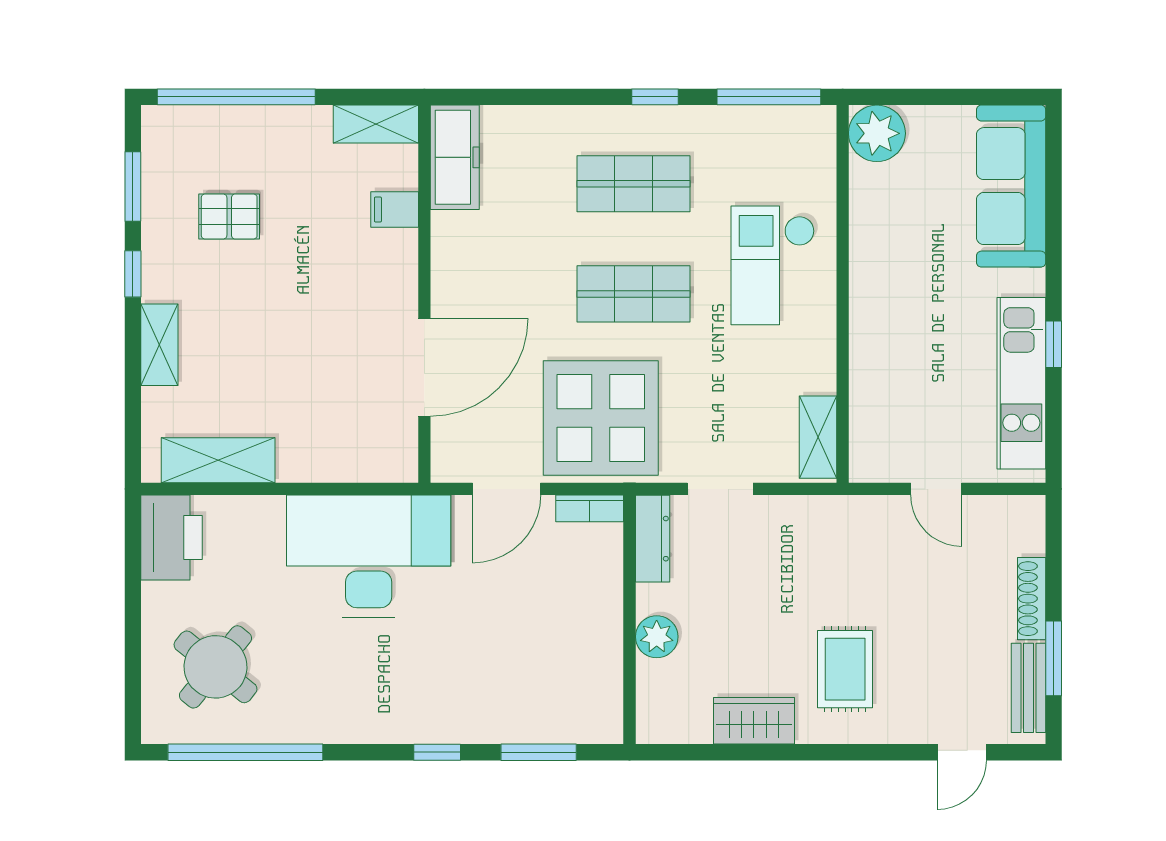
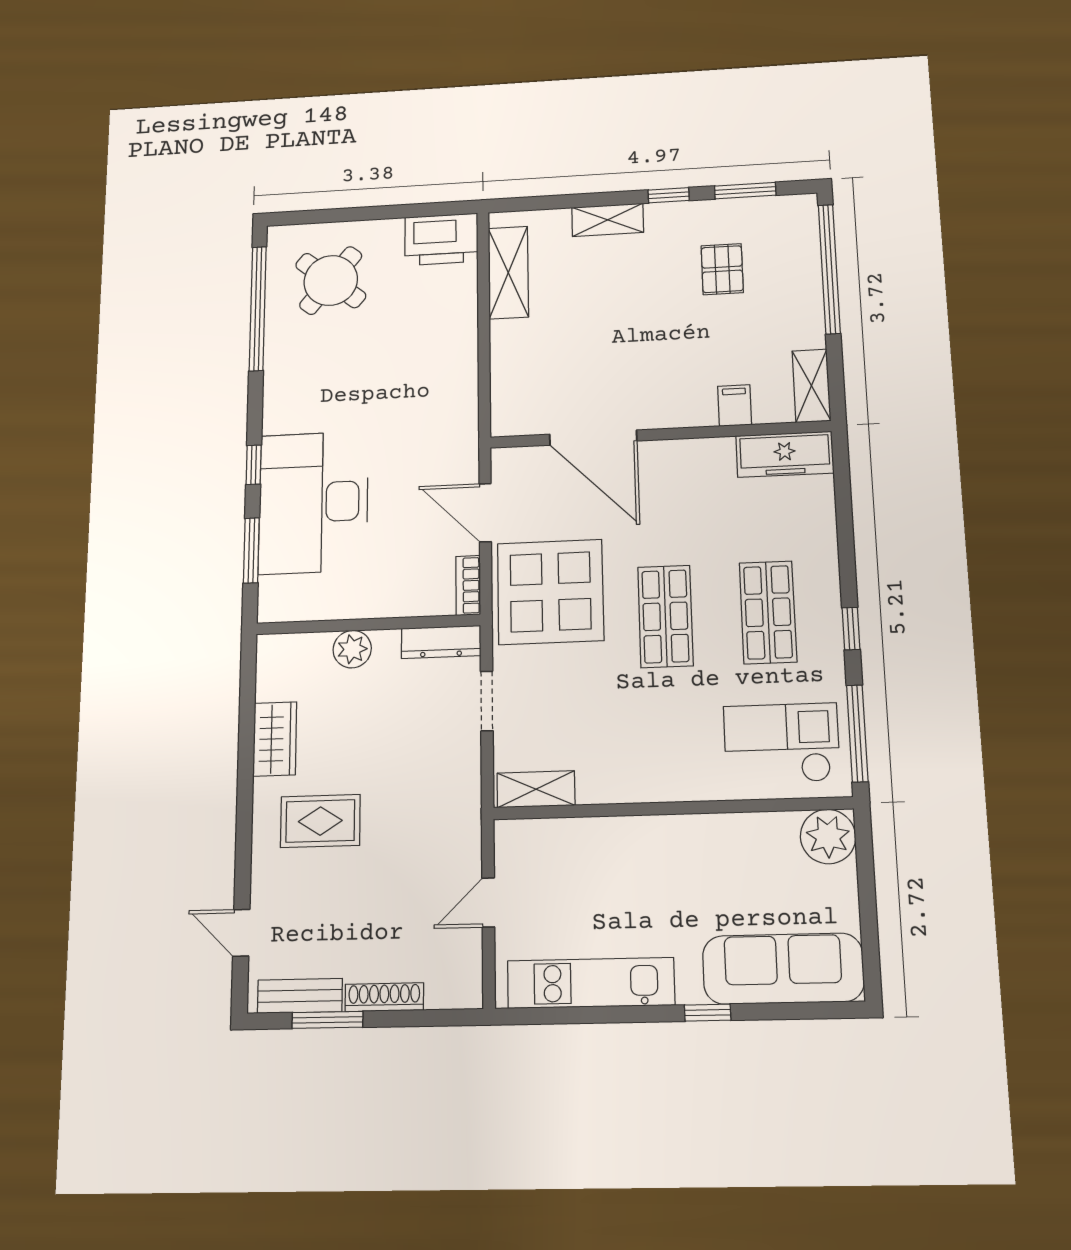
checkout: (773, 265) -> (782, 743), moved
window: (1054, 344) -> (708, 1013), moved
desk: (369, 556) -> (313, 502), moved, turned 180

